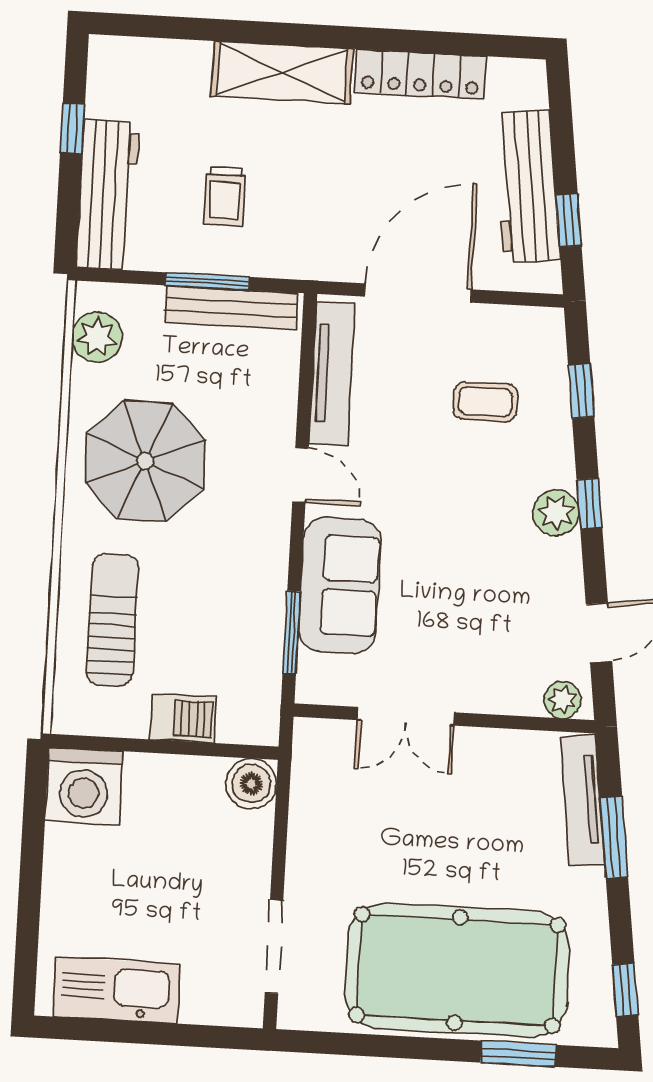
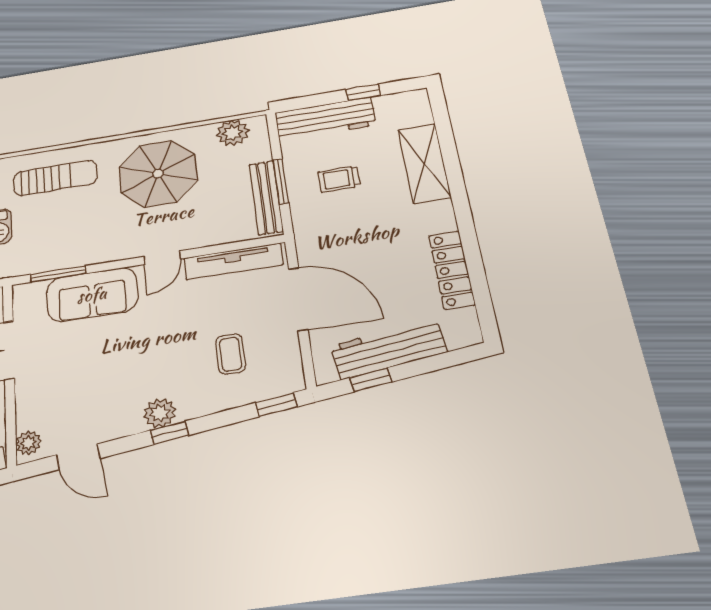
shelving: (282, 73) -> (424, 163), moved
window: (581, 391) -> (276, 405), moved

